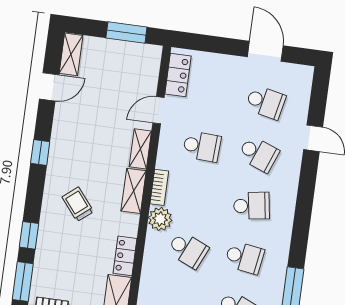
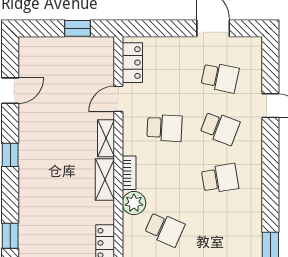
window: (126, 32) -> (77, 28), width x0.67
shelving: (71, 54) -> (27, 57), removed
trolley: (78, 204) -> (53, 200), removed
school desk: (245, 257) -> (220, 229), removed

